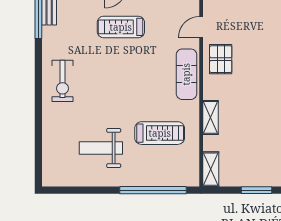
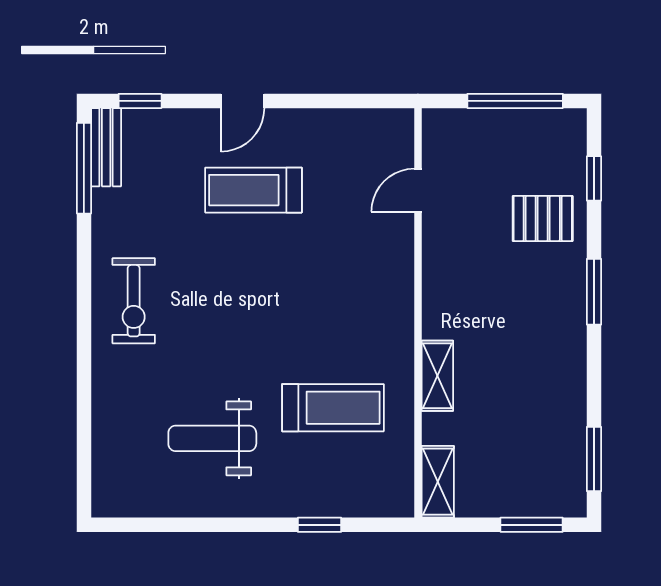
pallet: (221, 59) -> (543, 218), moved, turned 90
exercise mat: (186, 74) -> (388, 287), removed
window: (153, 190) -> (320, 525), width x0.32

